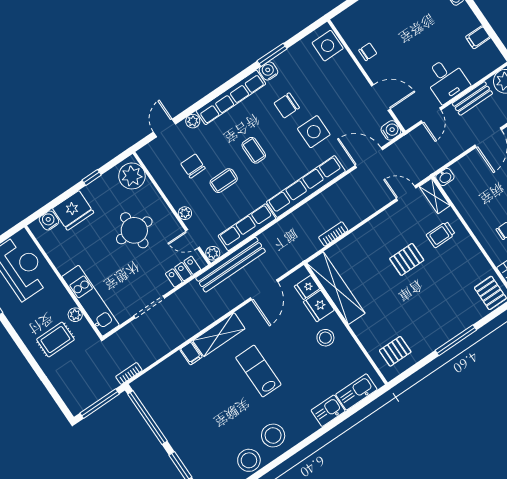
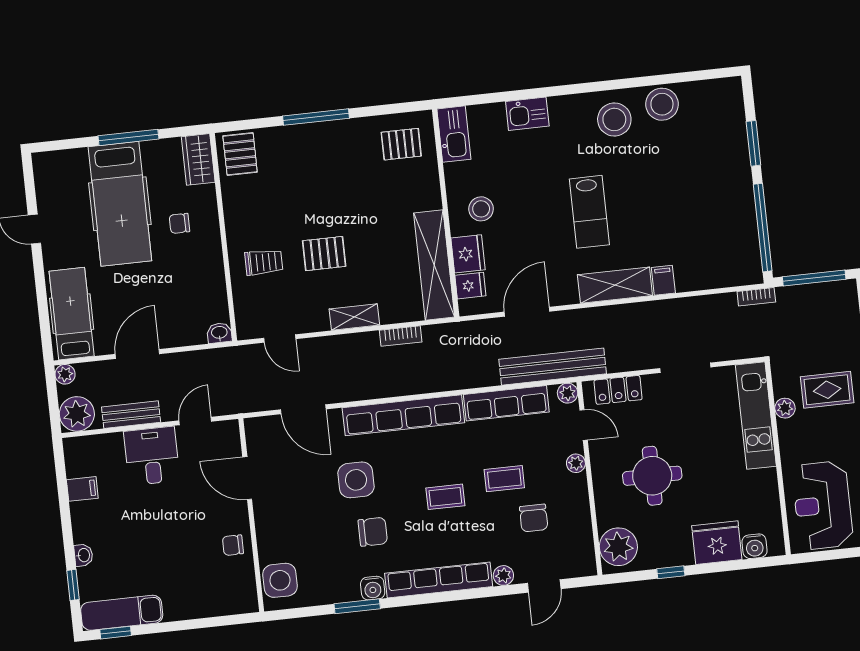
water cooler: (391, 130) -> (257, 429), removed
coffee table: (254, 150) -> (445, 497), turned 90
shelving: (435, 196) -> (354, 317), moved, turned 90
kitchen sink: (356, 392) -> (454, 134), moved, turned -90

